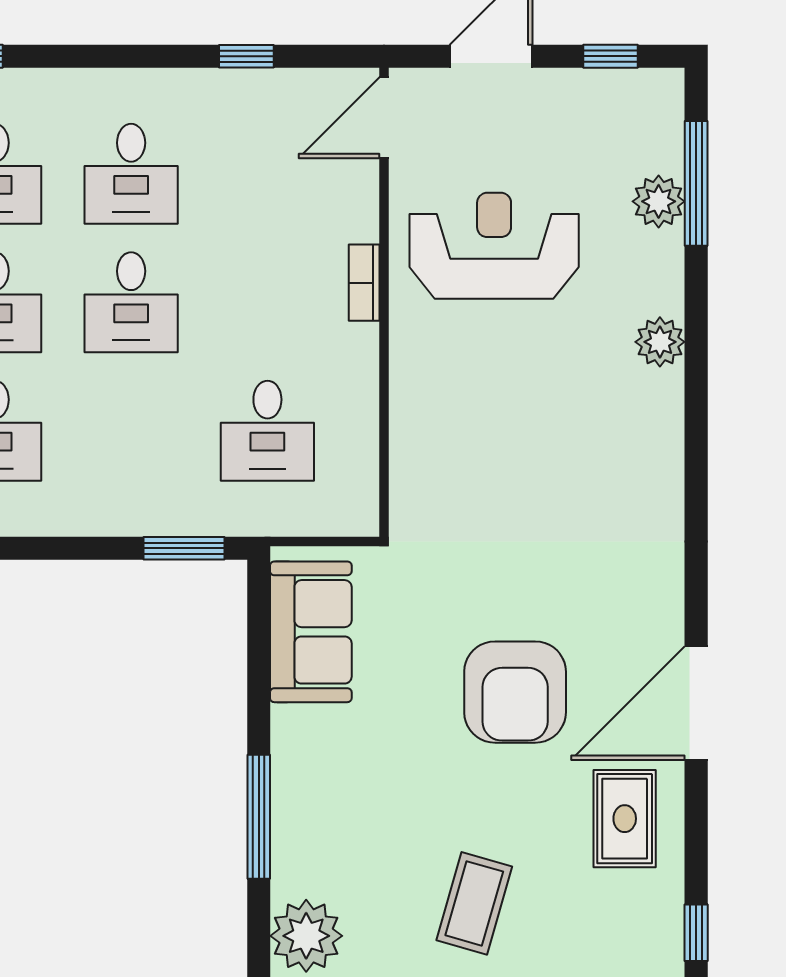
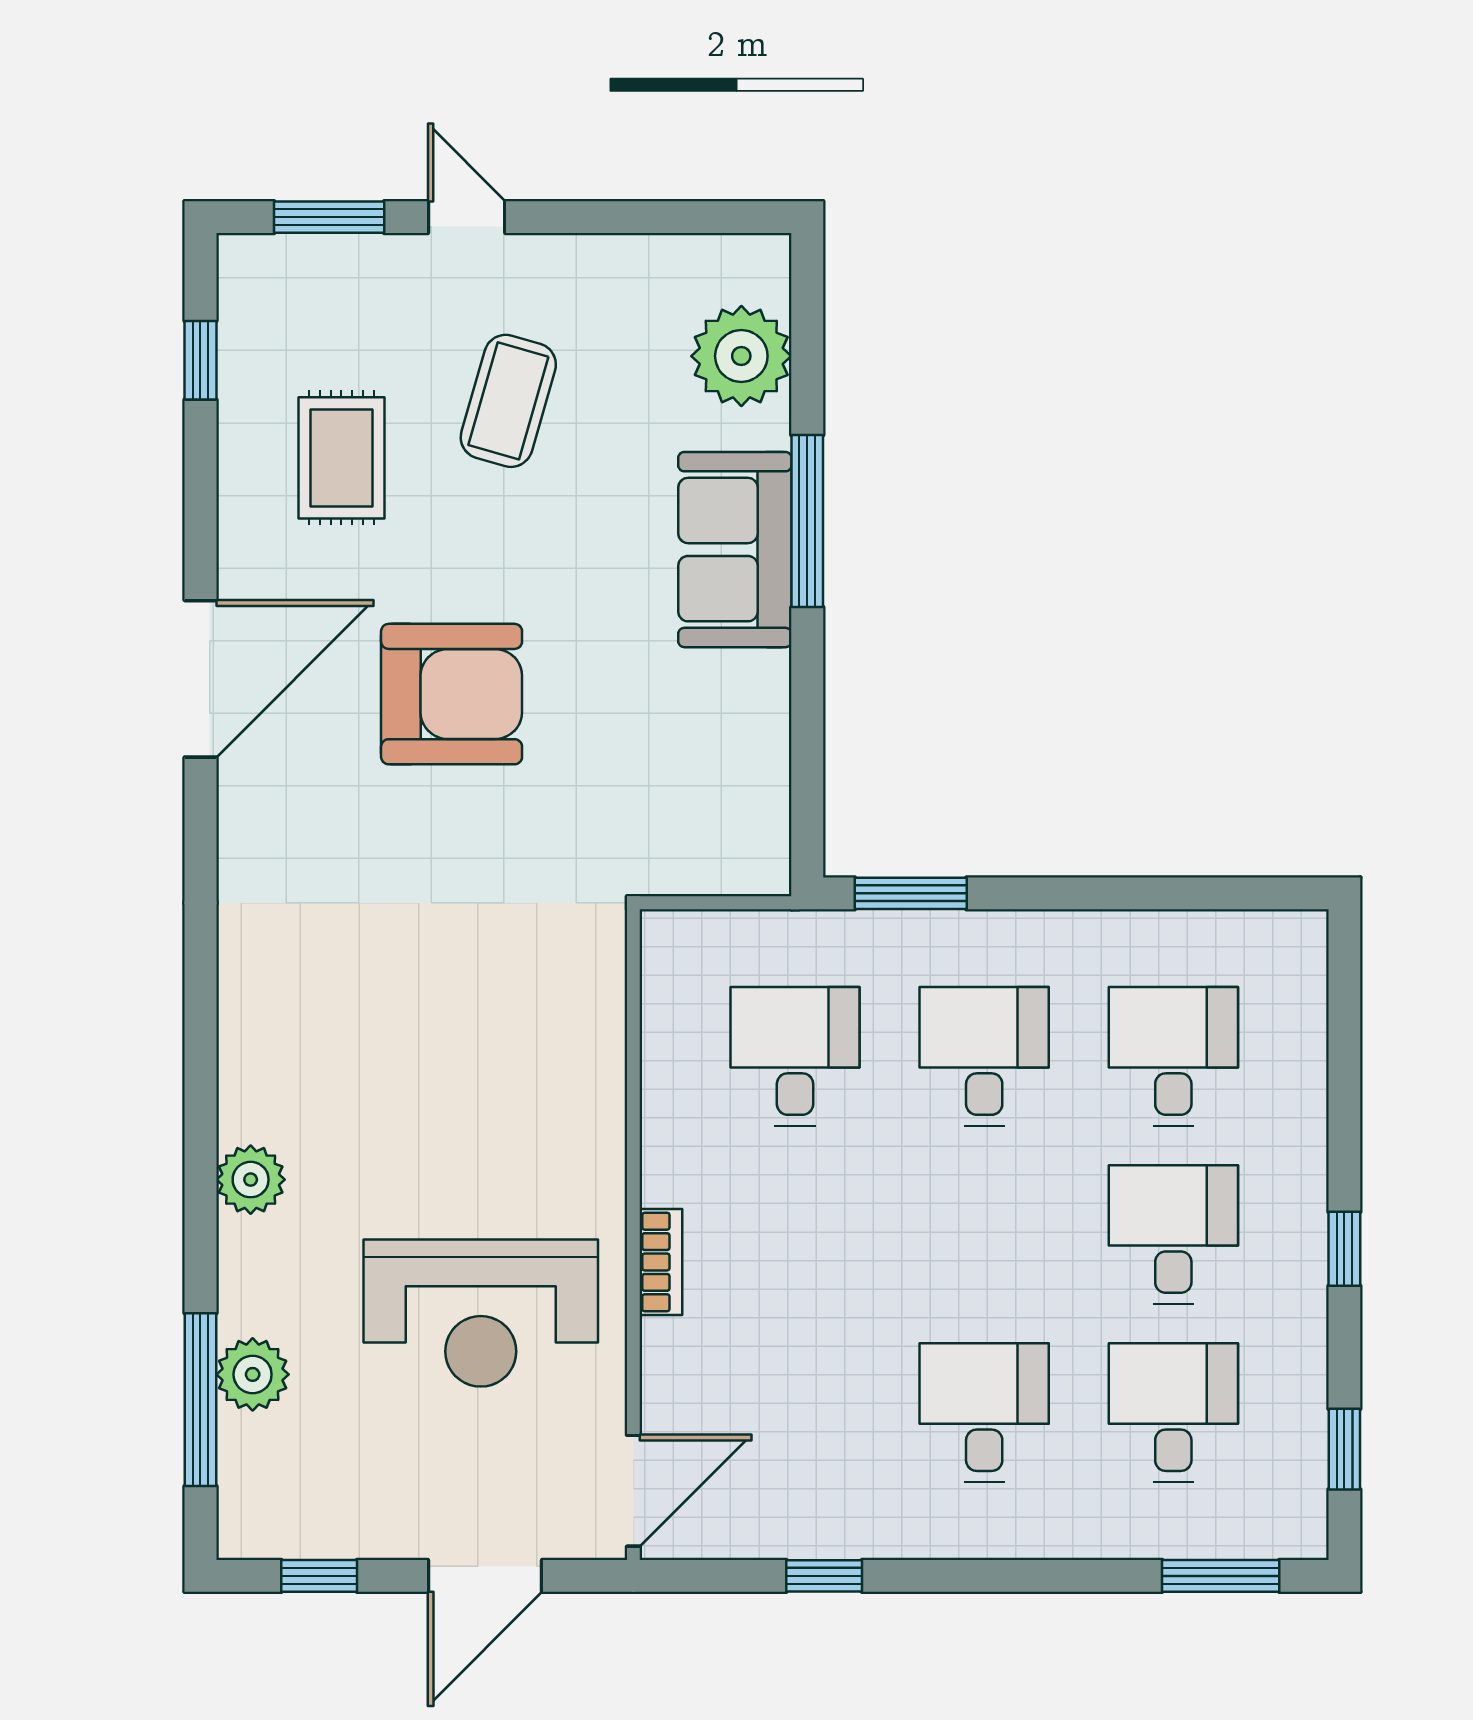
desk: (131, 302) -> (984, 1056), moved
sofa: (311, 632) -> (735, 550), moved
armchair: (515, 692) -> (452, 694), turned 90
rug: (625, 819) -> (341, 458), moved

